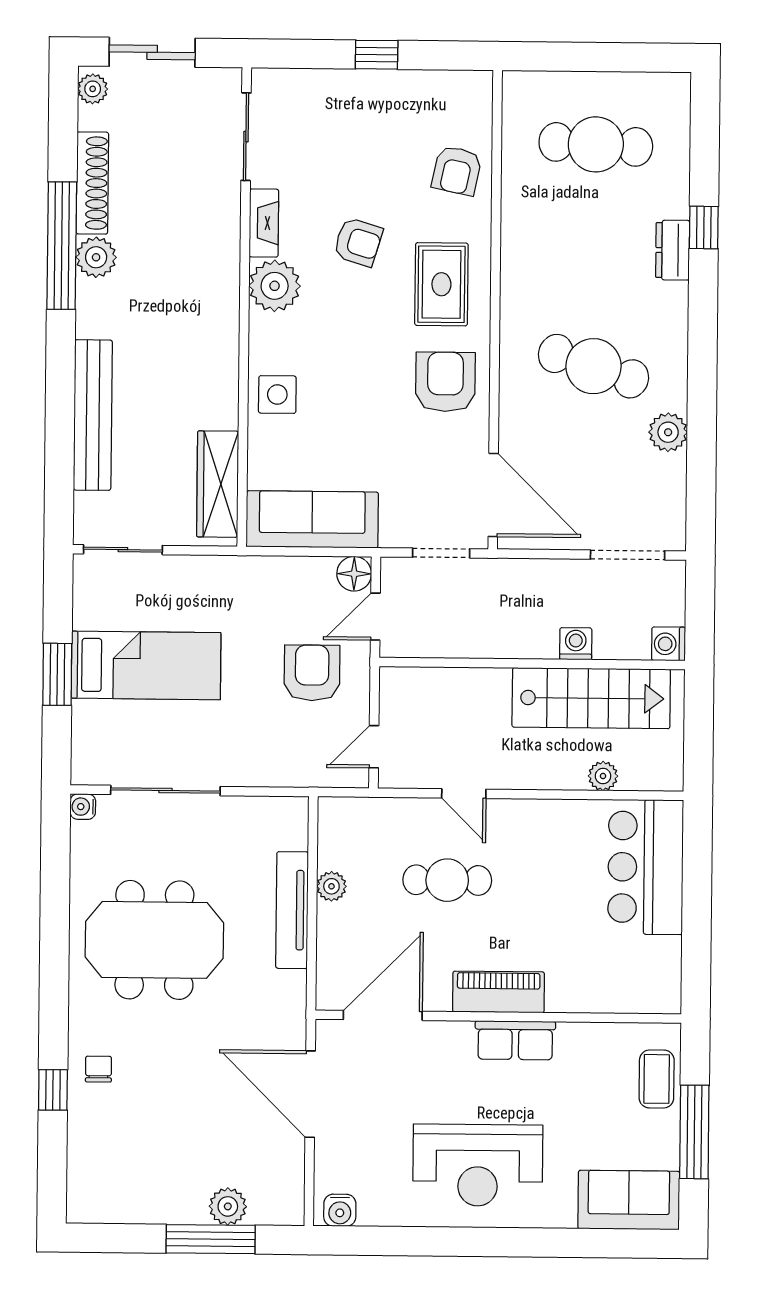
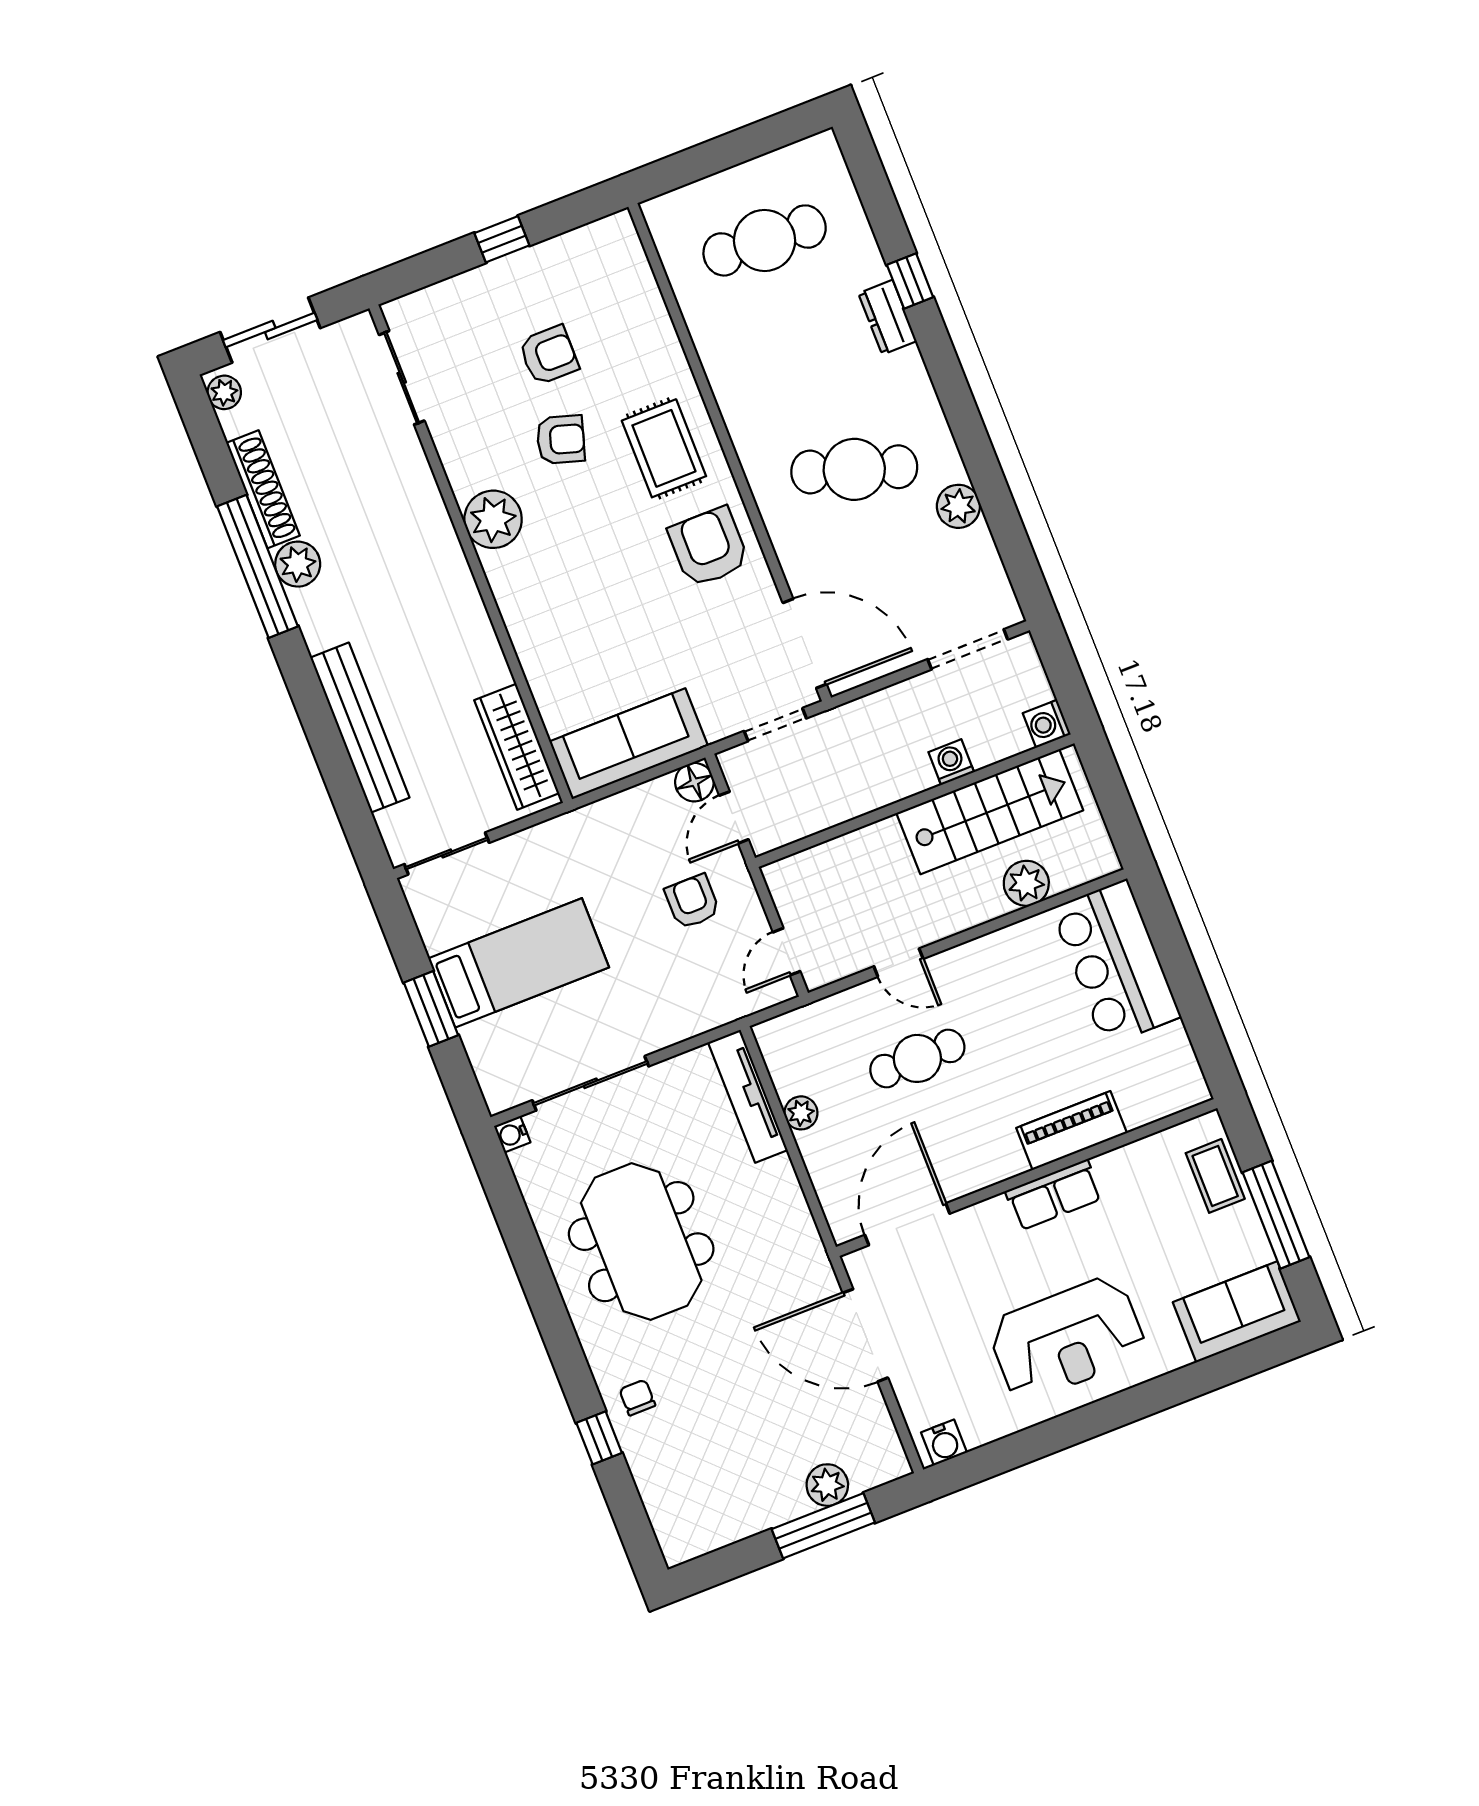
armchair: (457, 171) -> (549, 355), moved, turned -102
fireplace: (264, 223) -> (456, 459), removed
side table: (277, 395) -> (541, 630), removed
armchair: (312, 673) -> (692, 902), width x0.72, depth x0.72
plant: (603, 776) -> (1026, 883), width x1.38, depth x1.38
tv unit: (292, 910) -> (748, 1096), moved
meeting table: (154, 940) -> (641, 1242), turned 90
piano: (499, 992) -> (1072, 1131), moved

